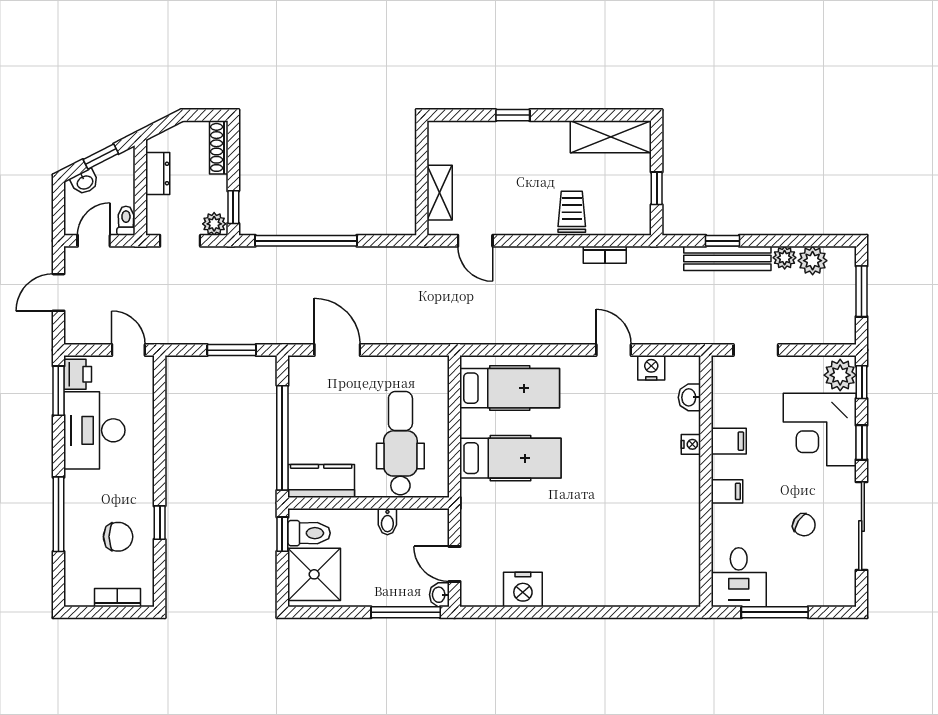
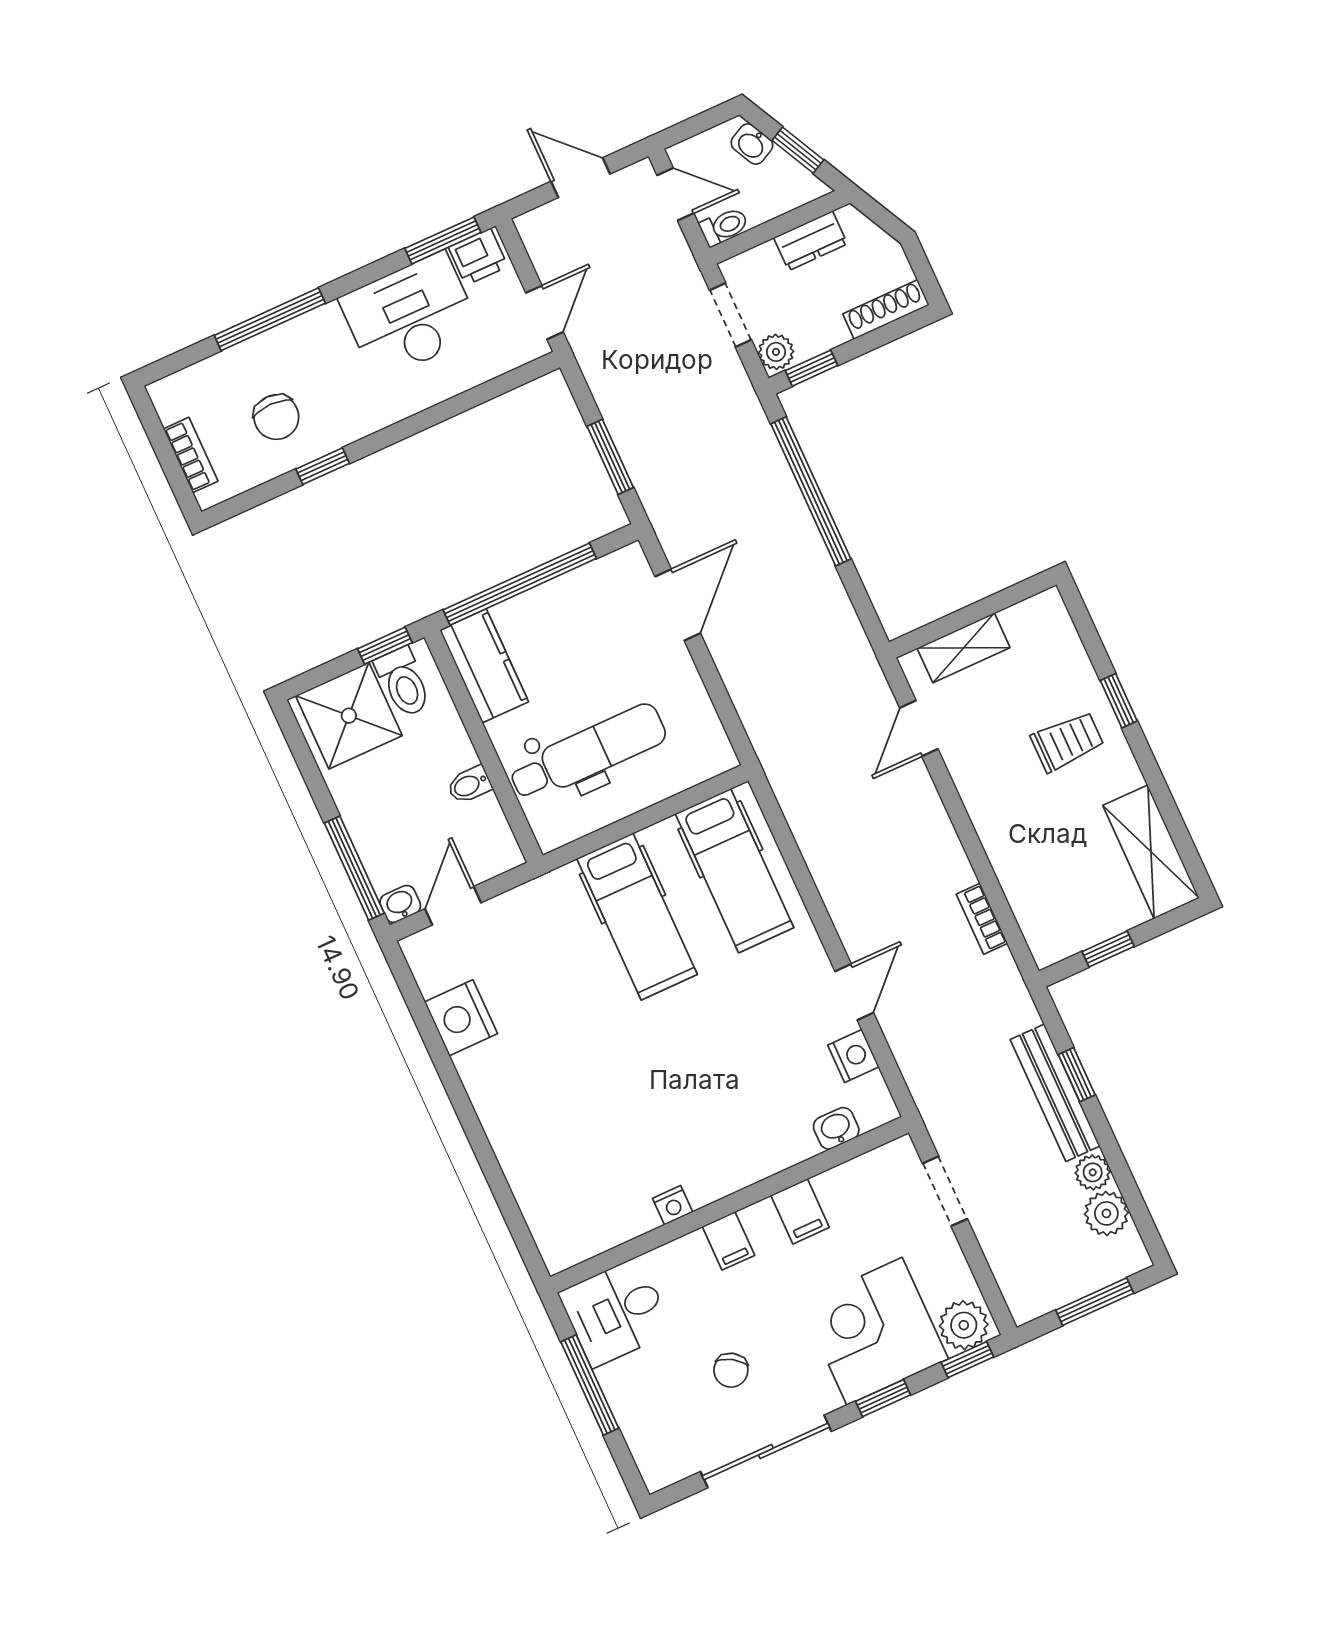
trolley: (572, 212) -> (1067, 742), moved
nightstand: (691, 444) -> (673, 1205), moved

